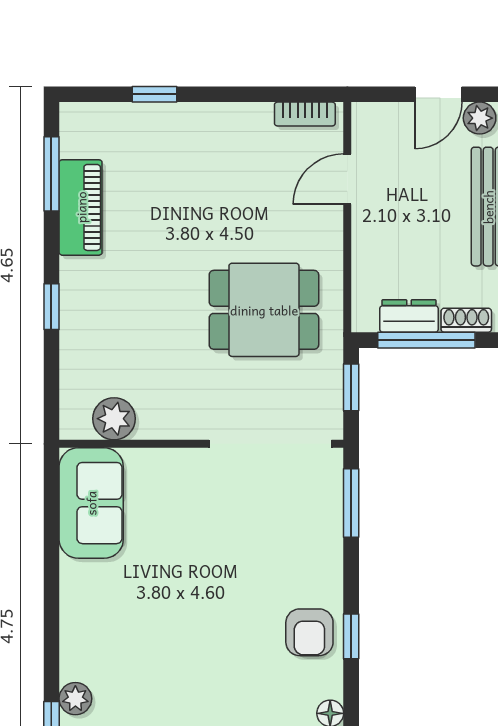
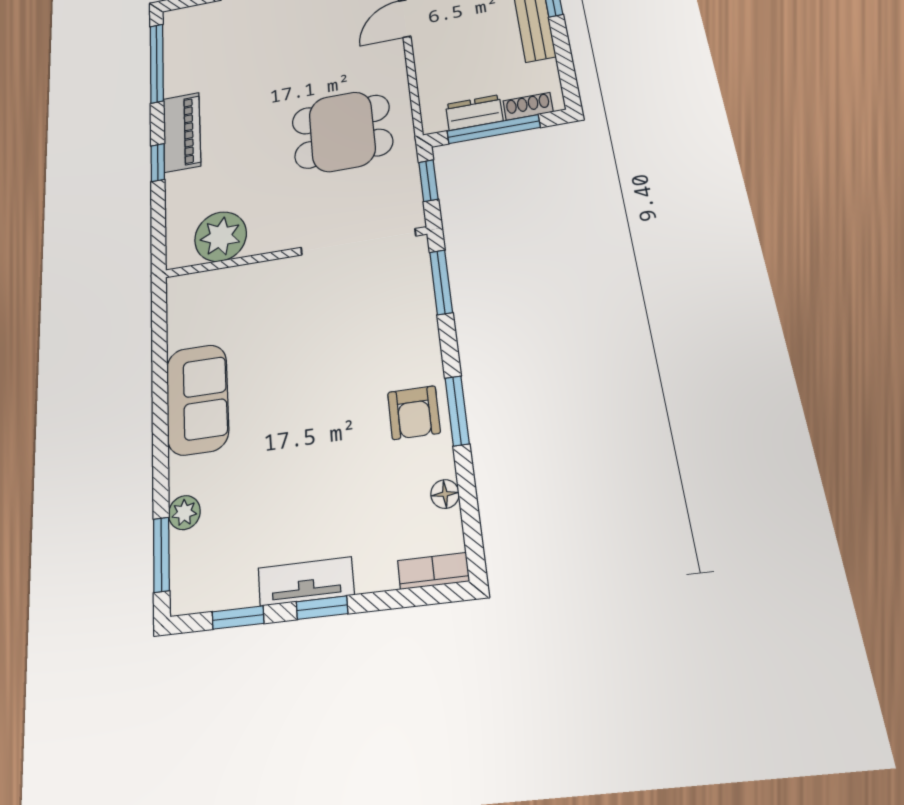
window: (51, 174) -> (157, 63), width x1.44
piano: (81, 207) -> (182, 132), moved
plant: (114, 419) -> (221, 237), width x1.36, depth x1.36
sofa: (91, 503) -> (197, 399), moved
window: (351, 636) -> (457, 411), width x1.50

